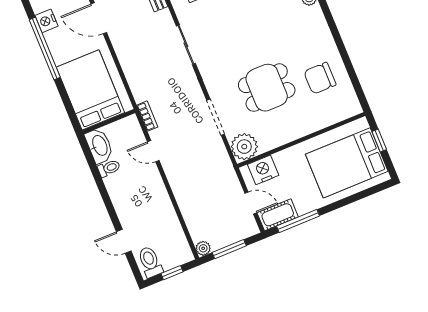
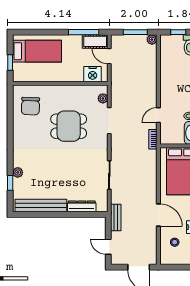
chair: (320, 78) -> (30, 106), moved, turned 92
plant: (244, 147) -> (103, 98), width x0.53, depth x0.53
door: (153, 151) -> (158, 115), swing flipped
bed: (347, 163) -> (37, 51), width x0.67

